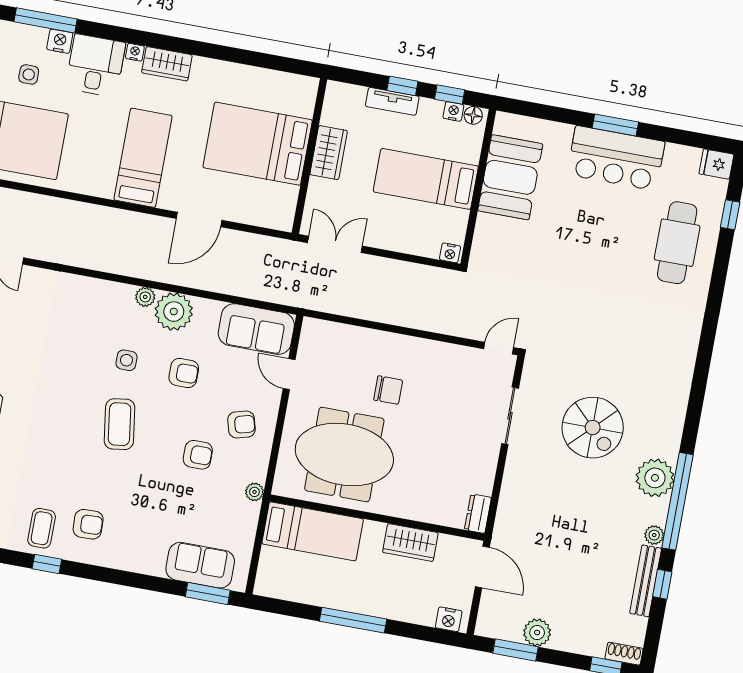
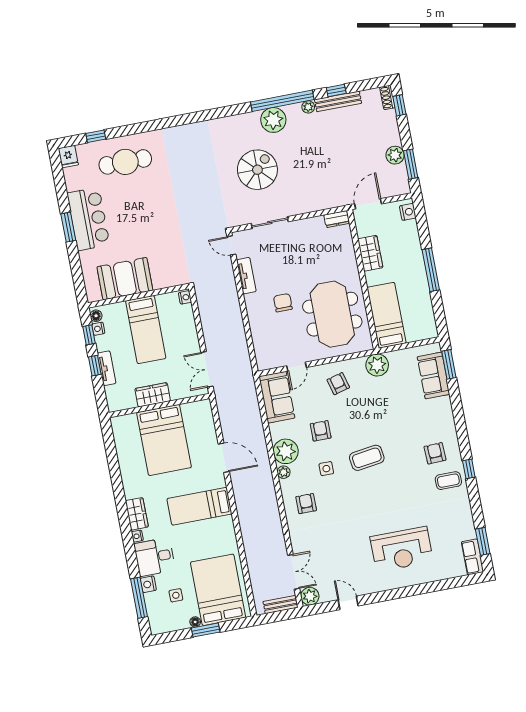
tv unit: (447, 353) -> (246, 276), added
armchair: (198, 455) -> (306, 504), moved
plant: (254, 492) -> (377, 365), width x1.87, depth x1.87

